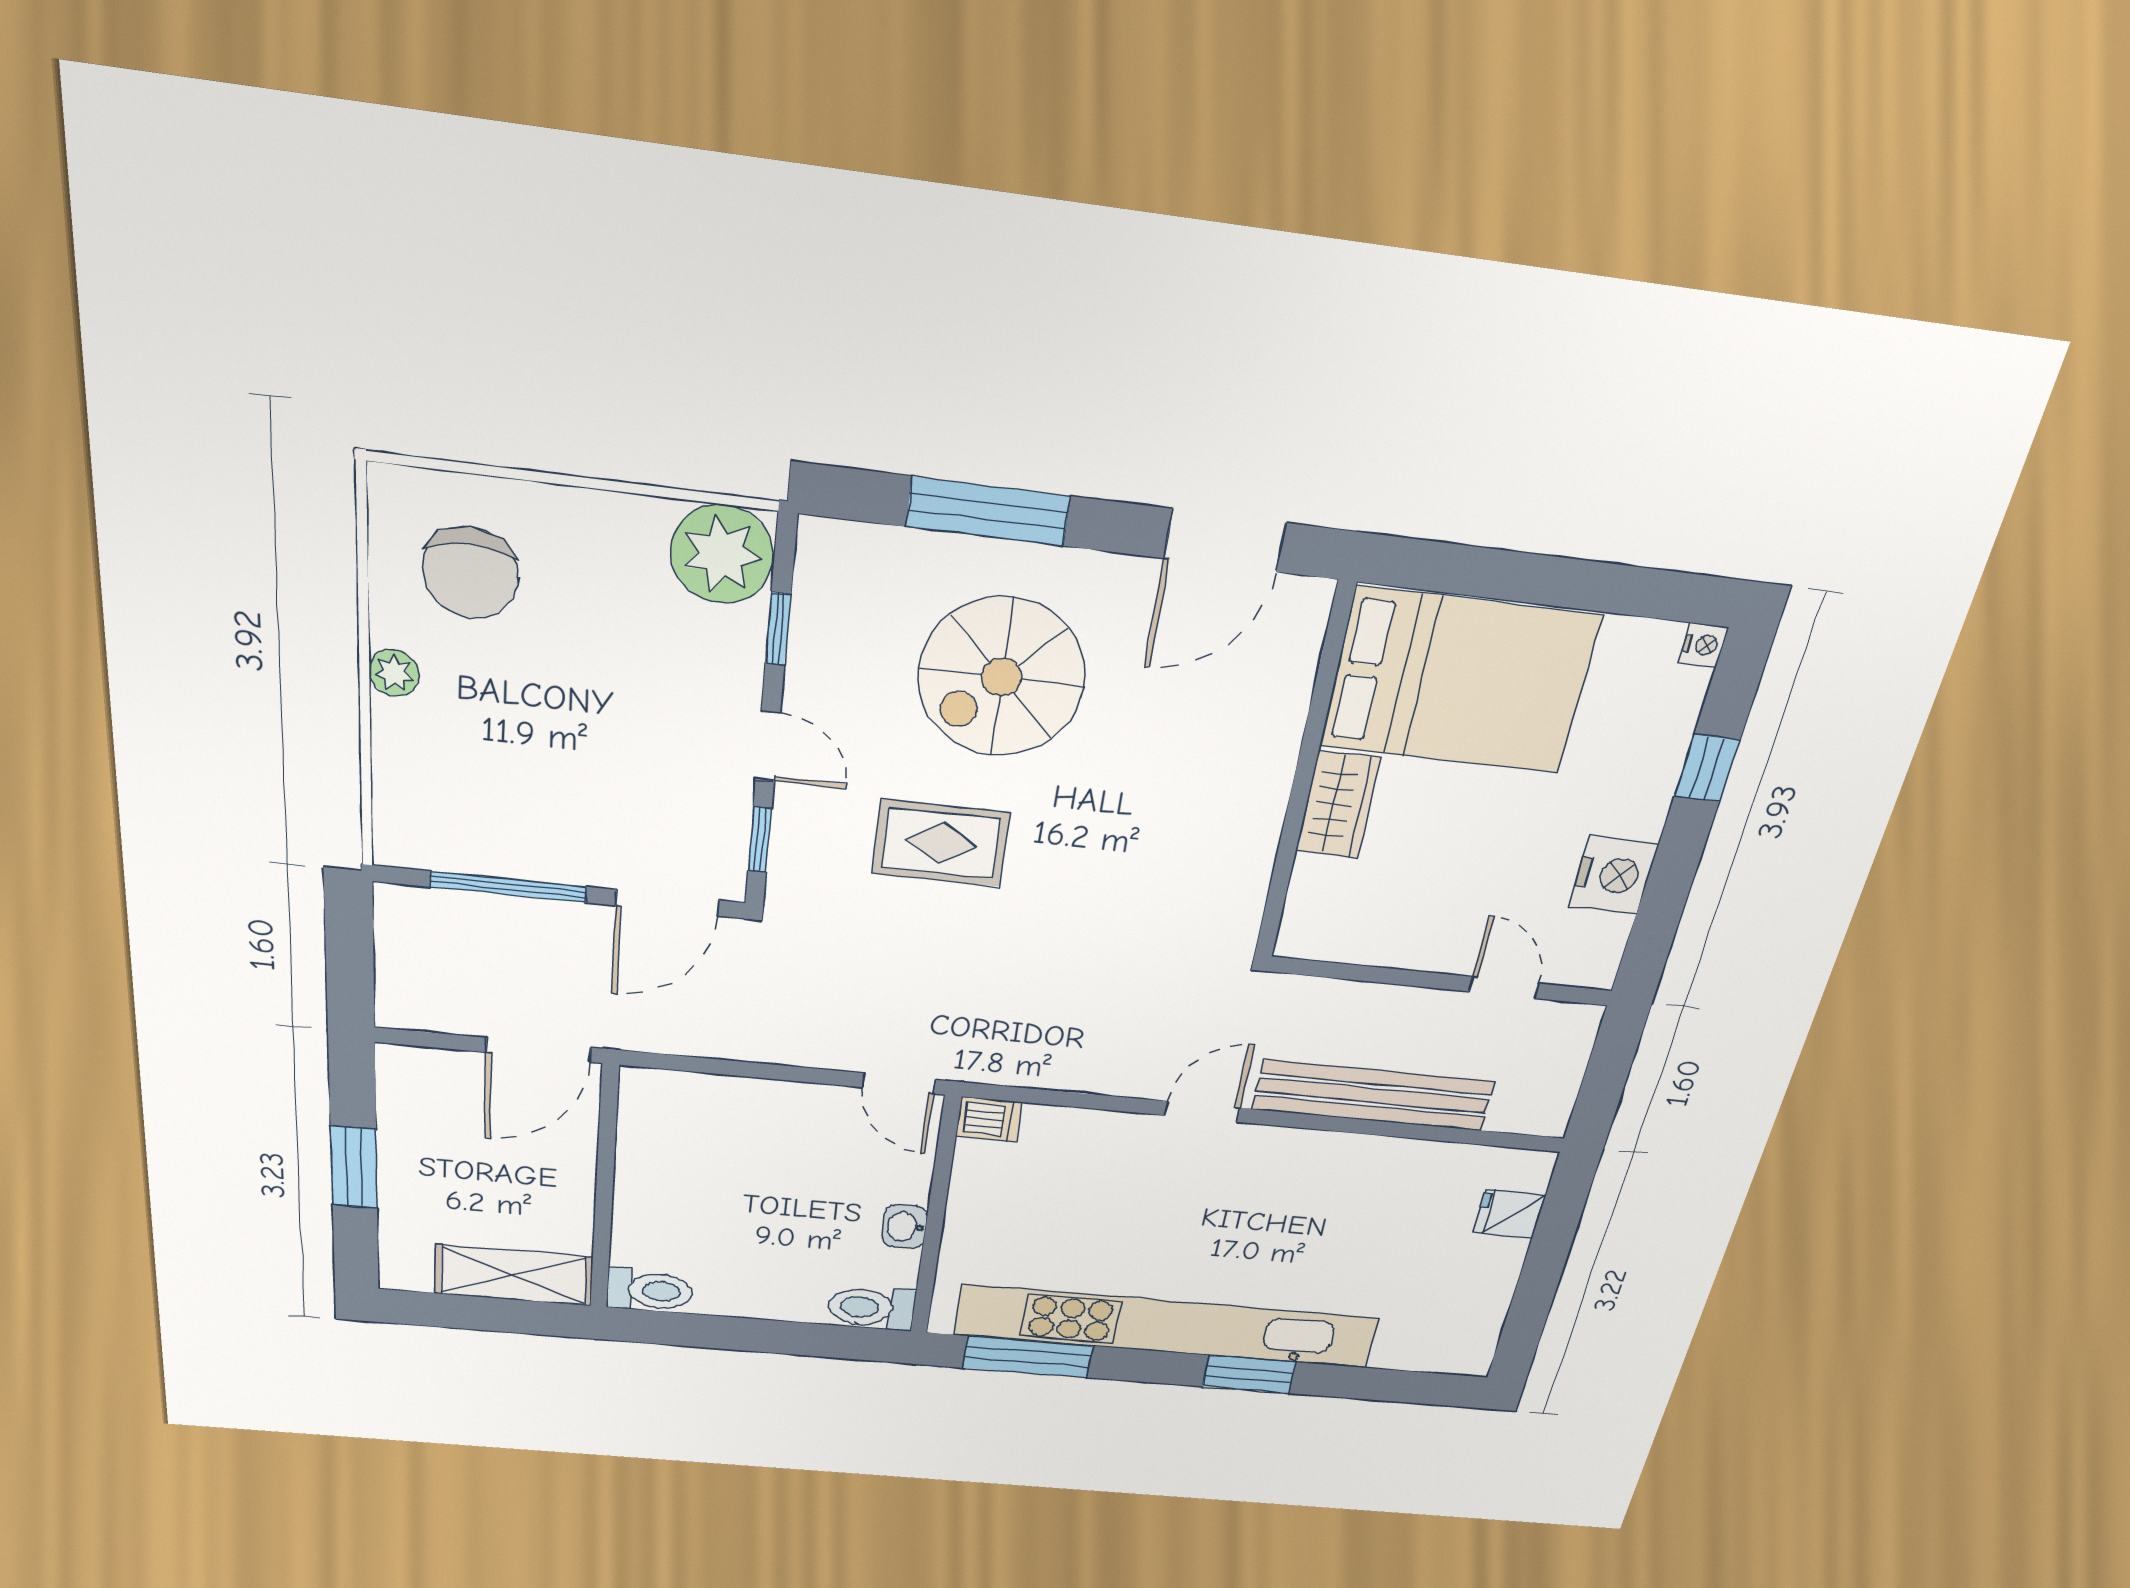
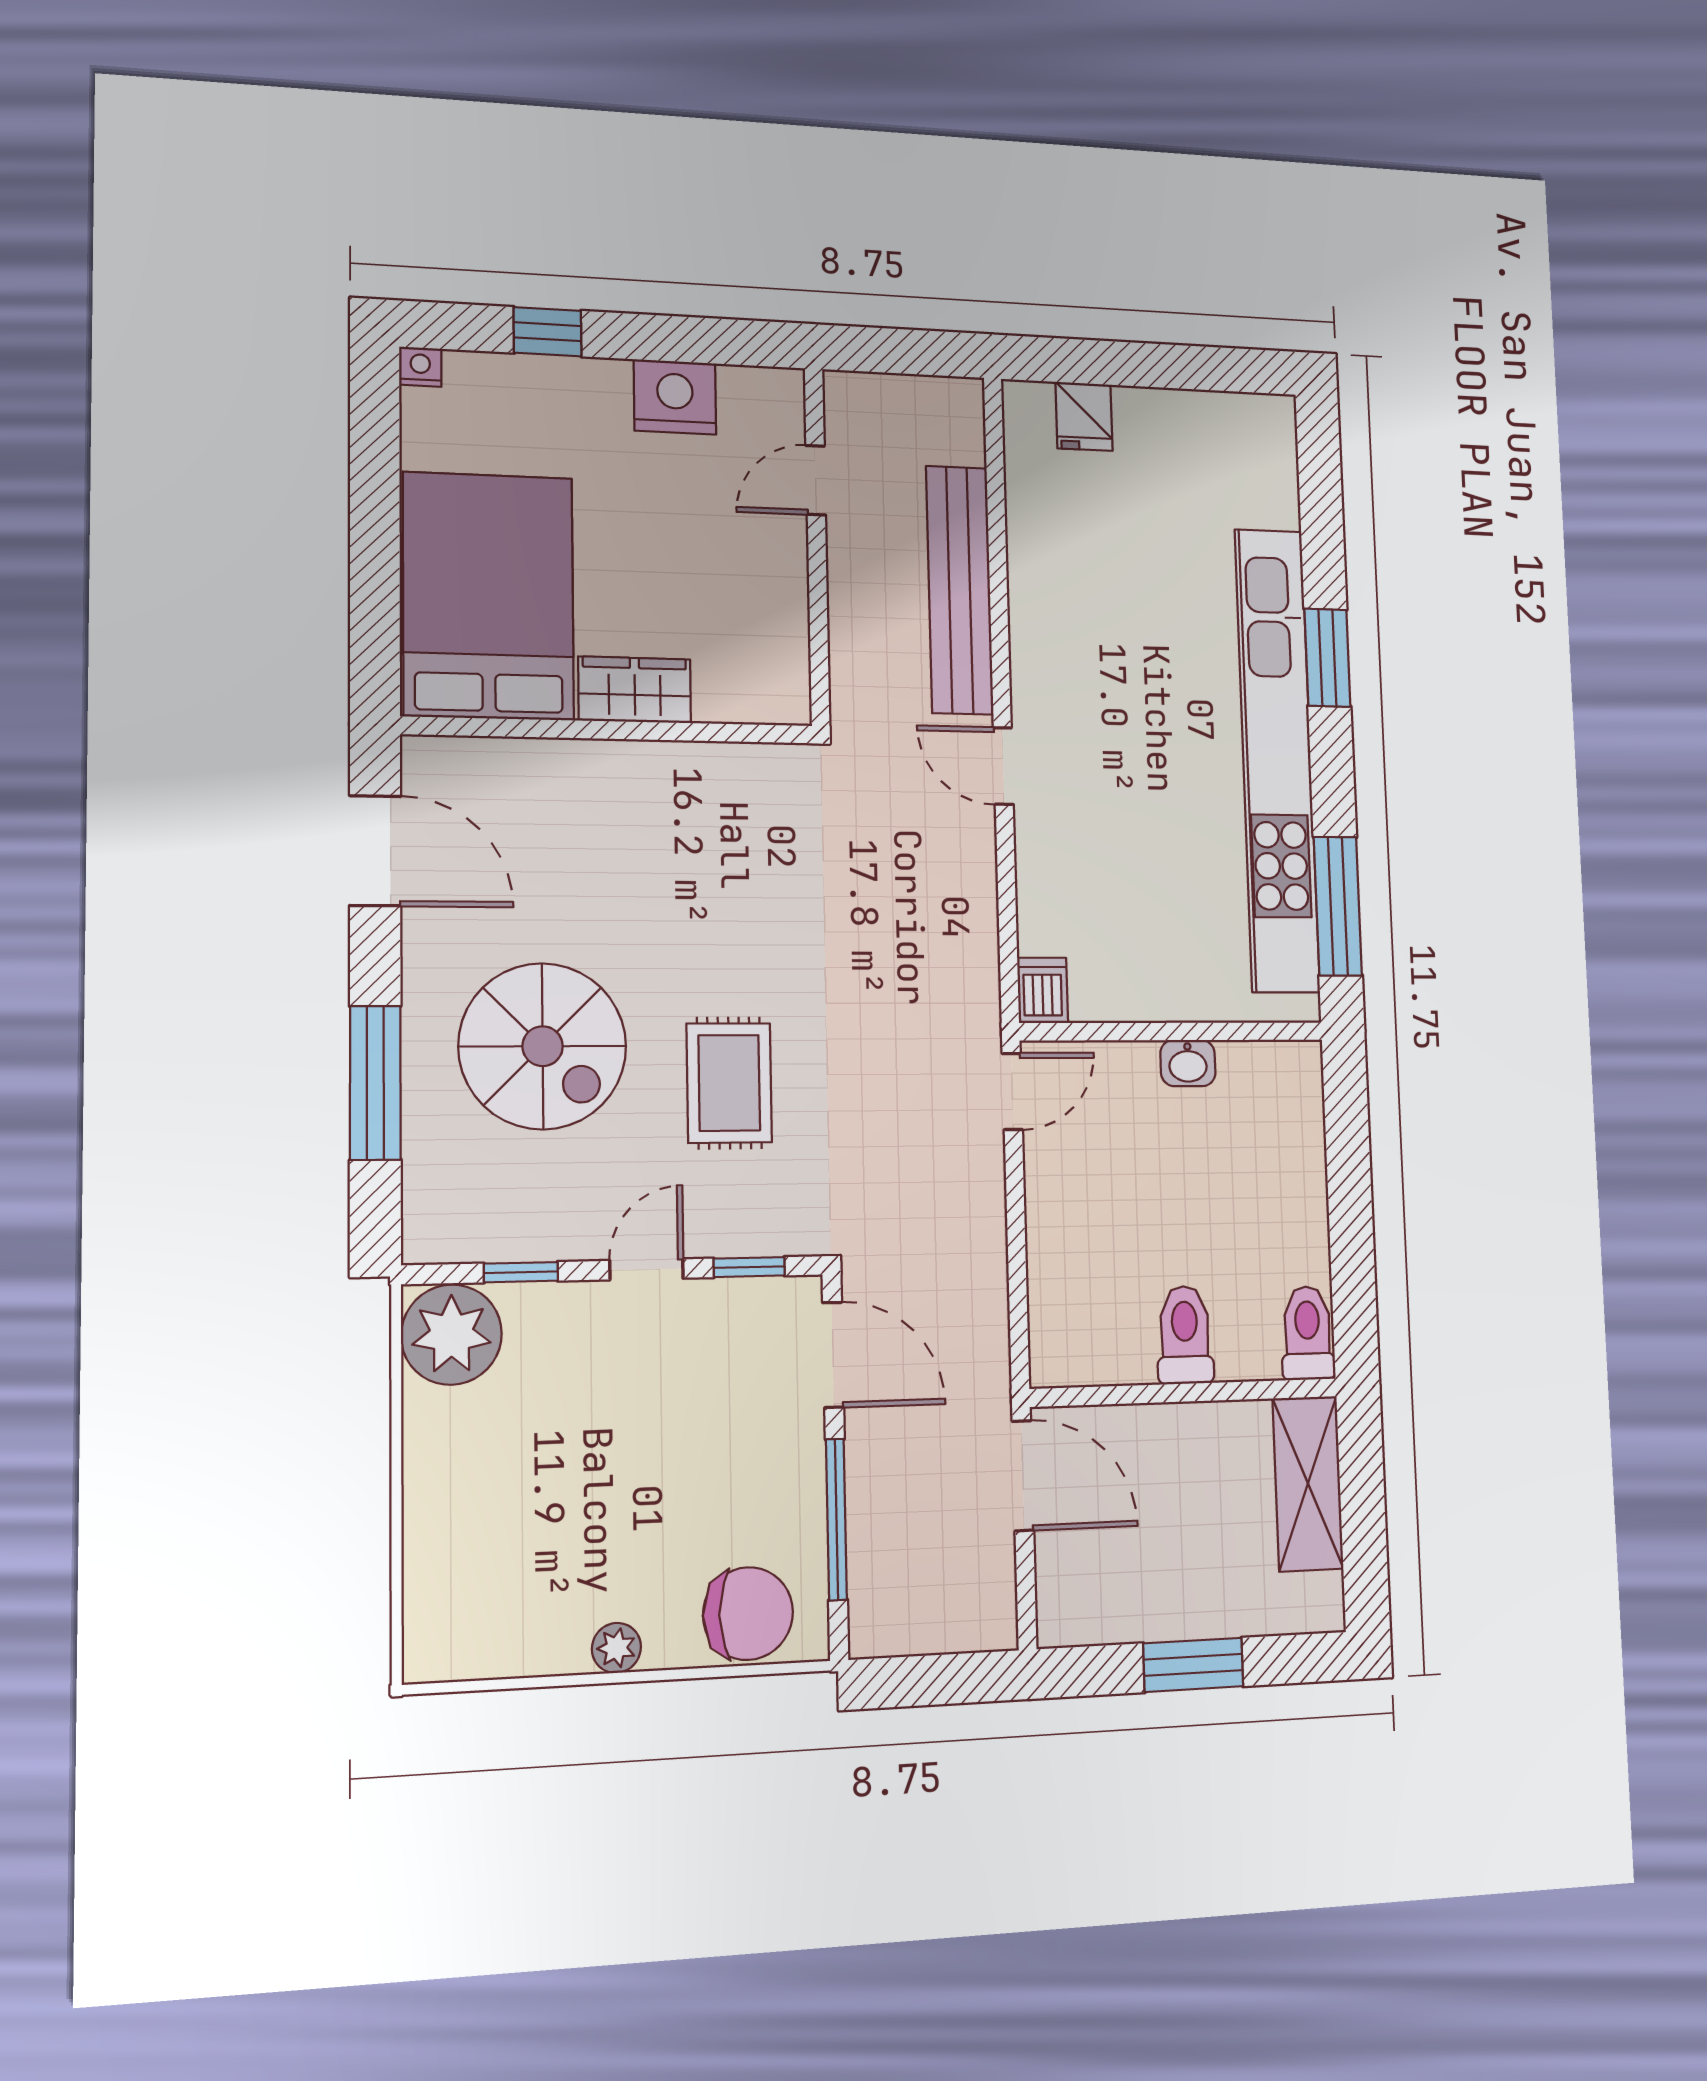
chair: (470, 573) -> (748, 1614), moved
toilet: (871, 1308) -> (1185, 1335), moved, turned 180

